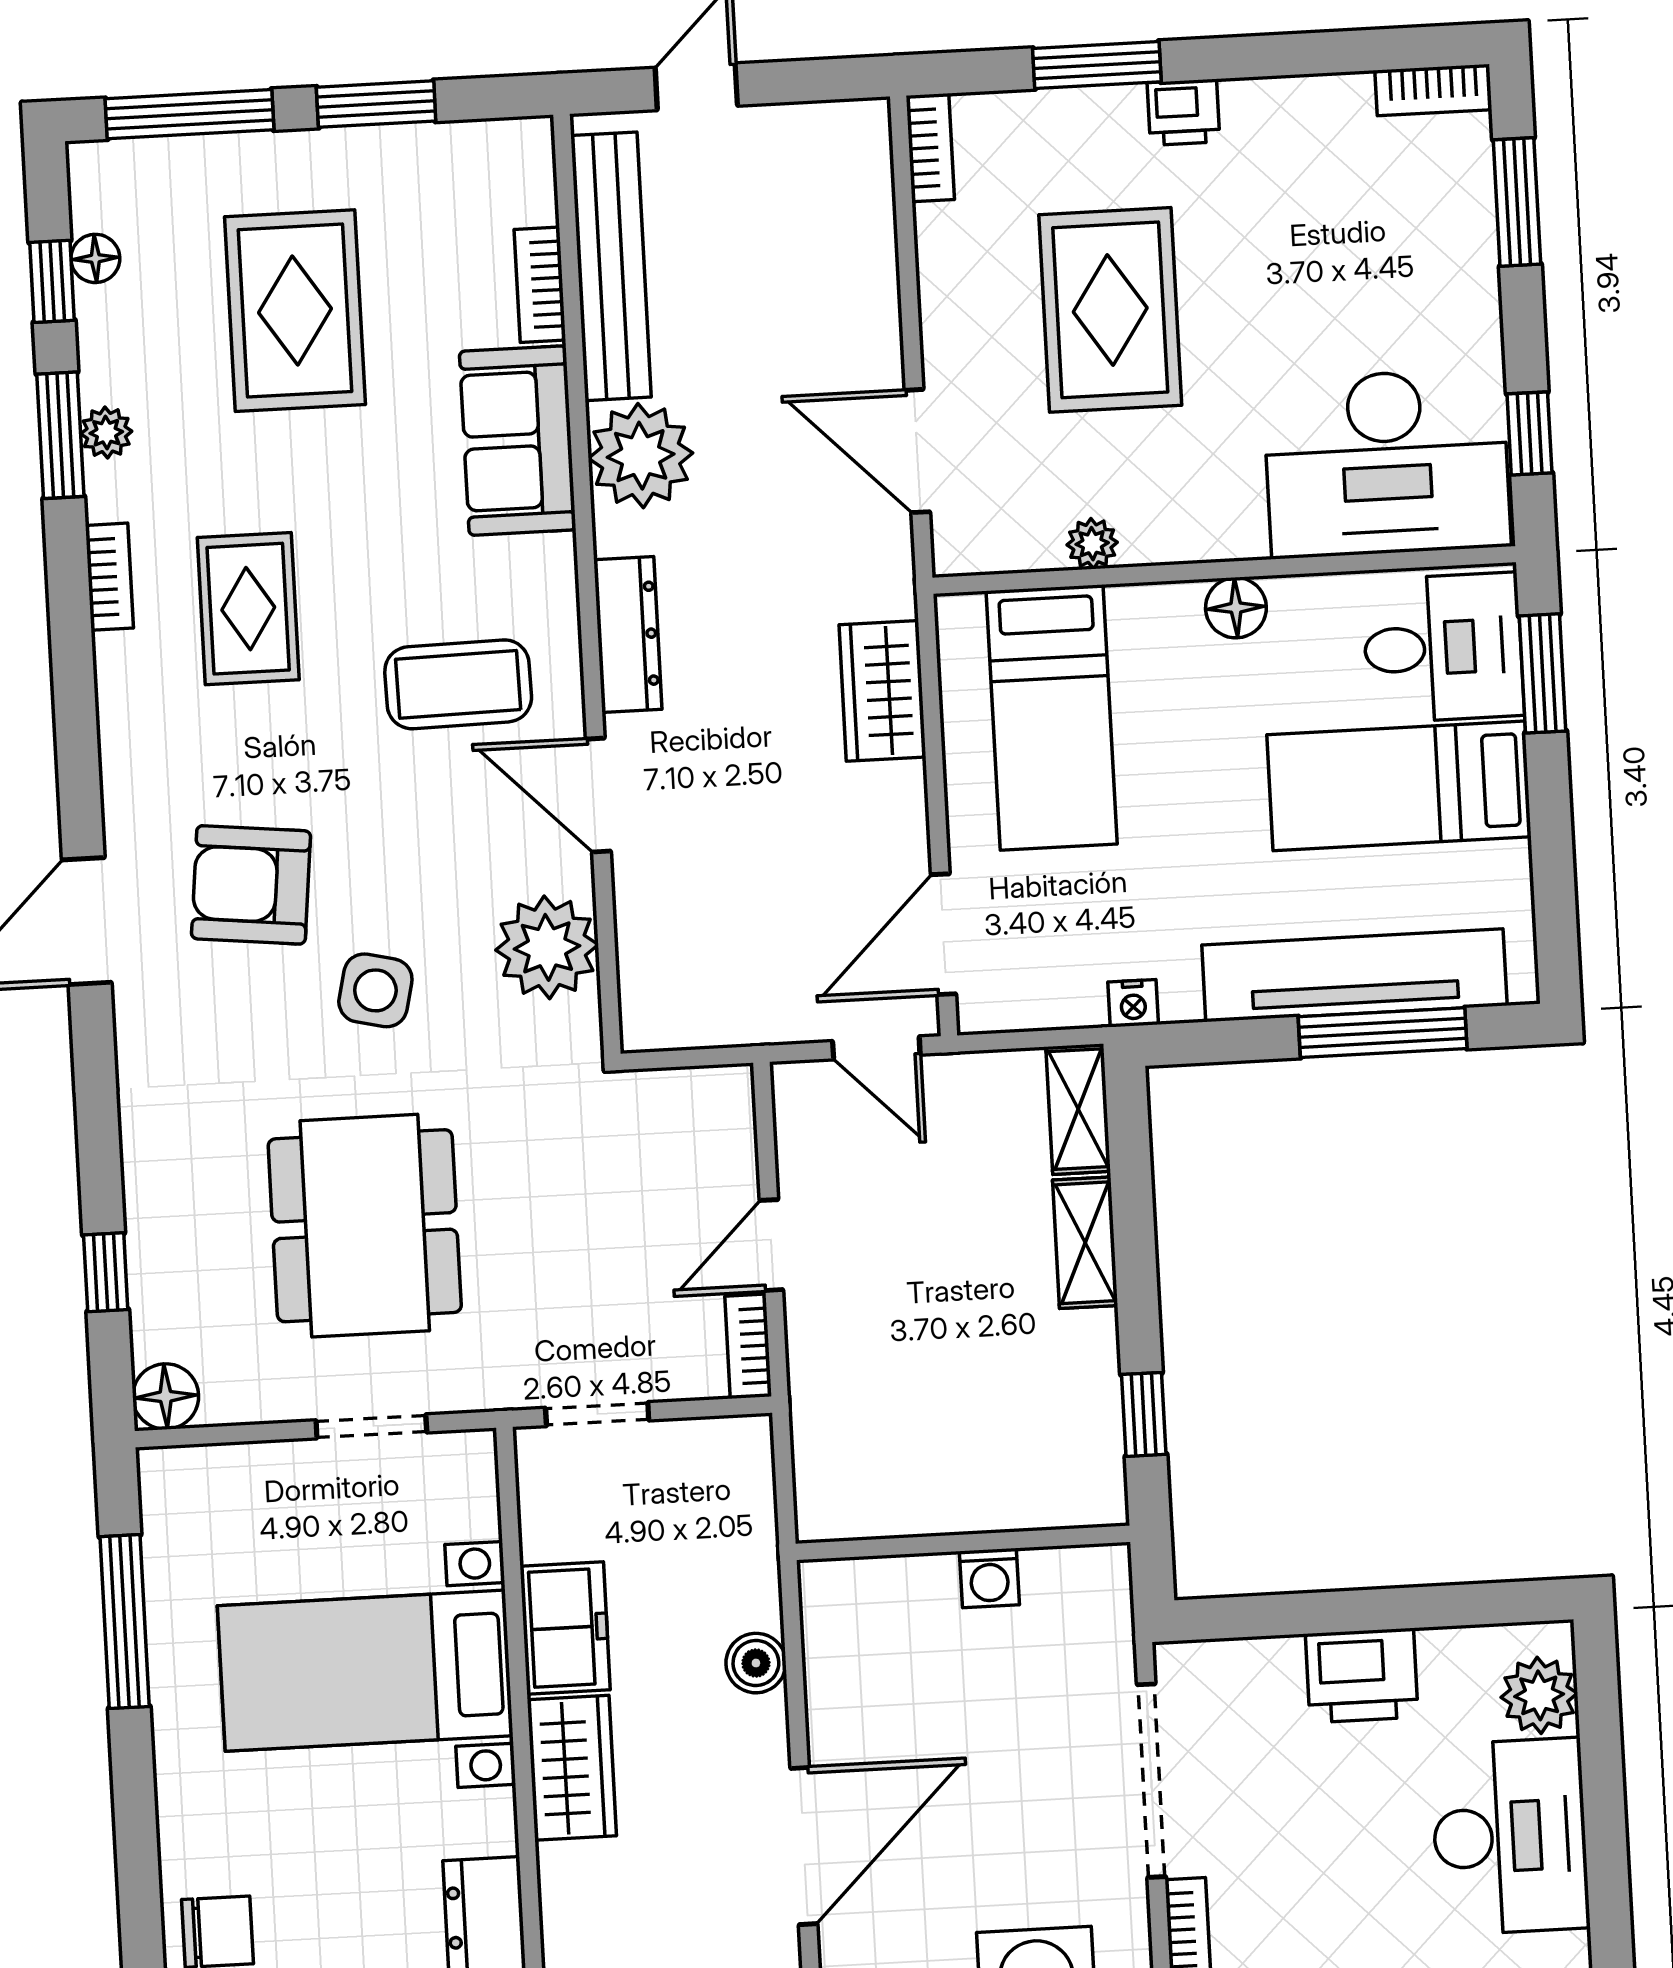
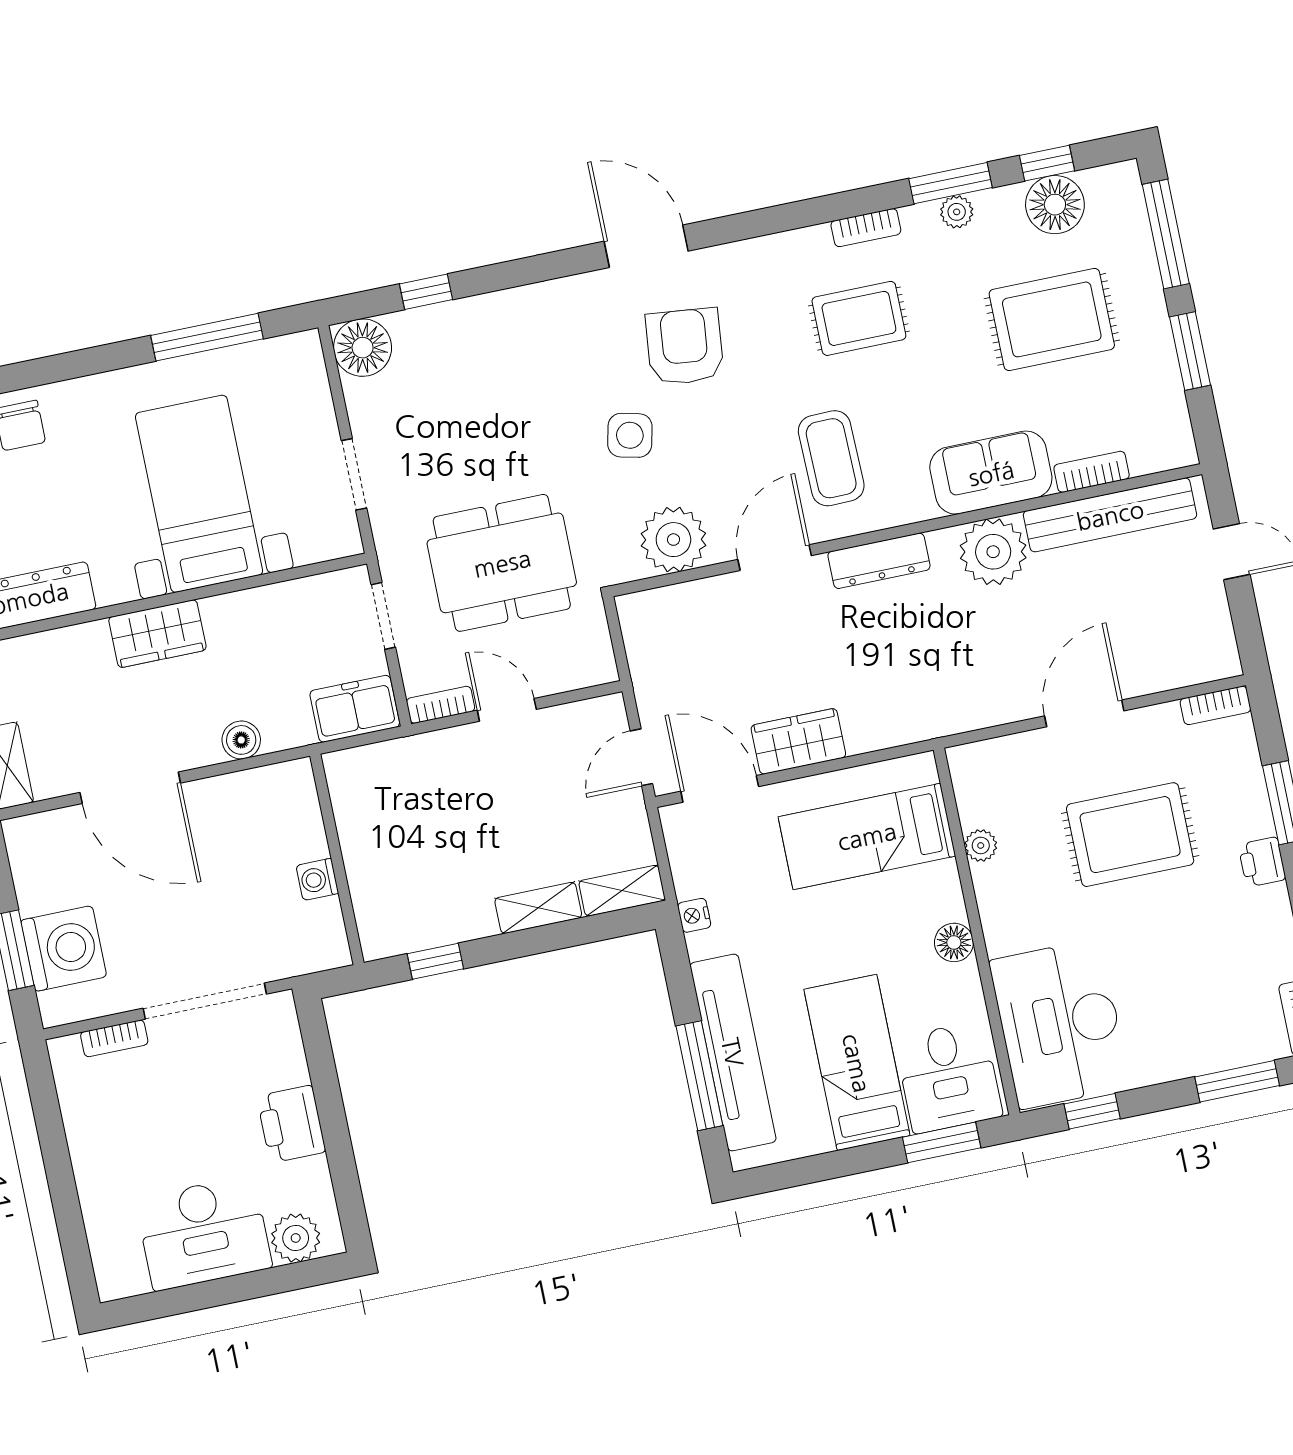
floor lamp: (95, 258) -> (1055, 205), width x1.89, depth x1.89
door: (917, 451) -> (1084, 713), moved
wardrobe: (882, 691) -> (798, 741), moved
dining table: (365, 1226) -> (502, 563), moved
floor lamp: (166, 1396) -> (363, 348), width x1.38, depth x1.38
freezer: (565, 1628) -> (355, 709), moved, turned 180

